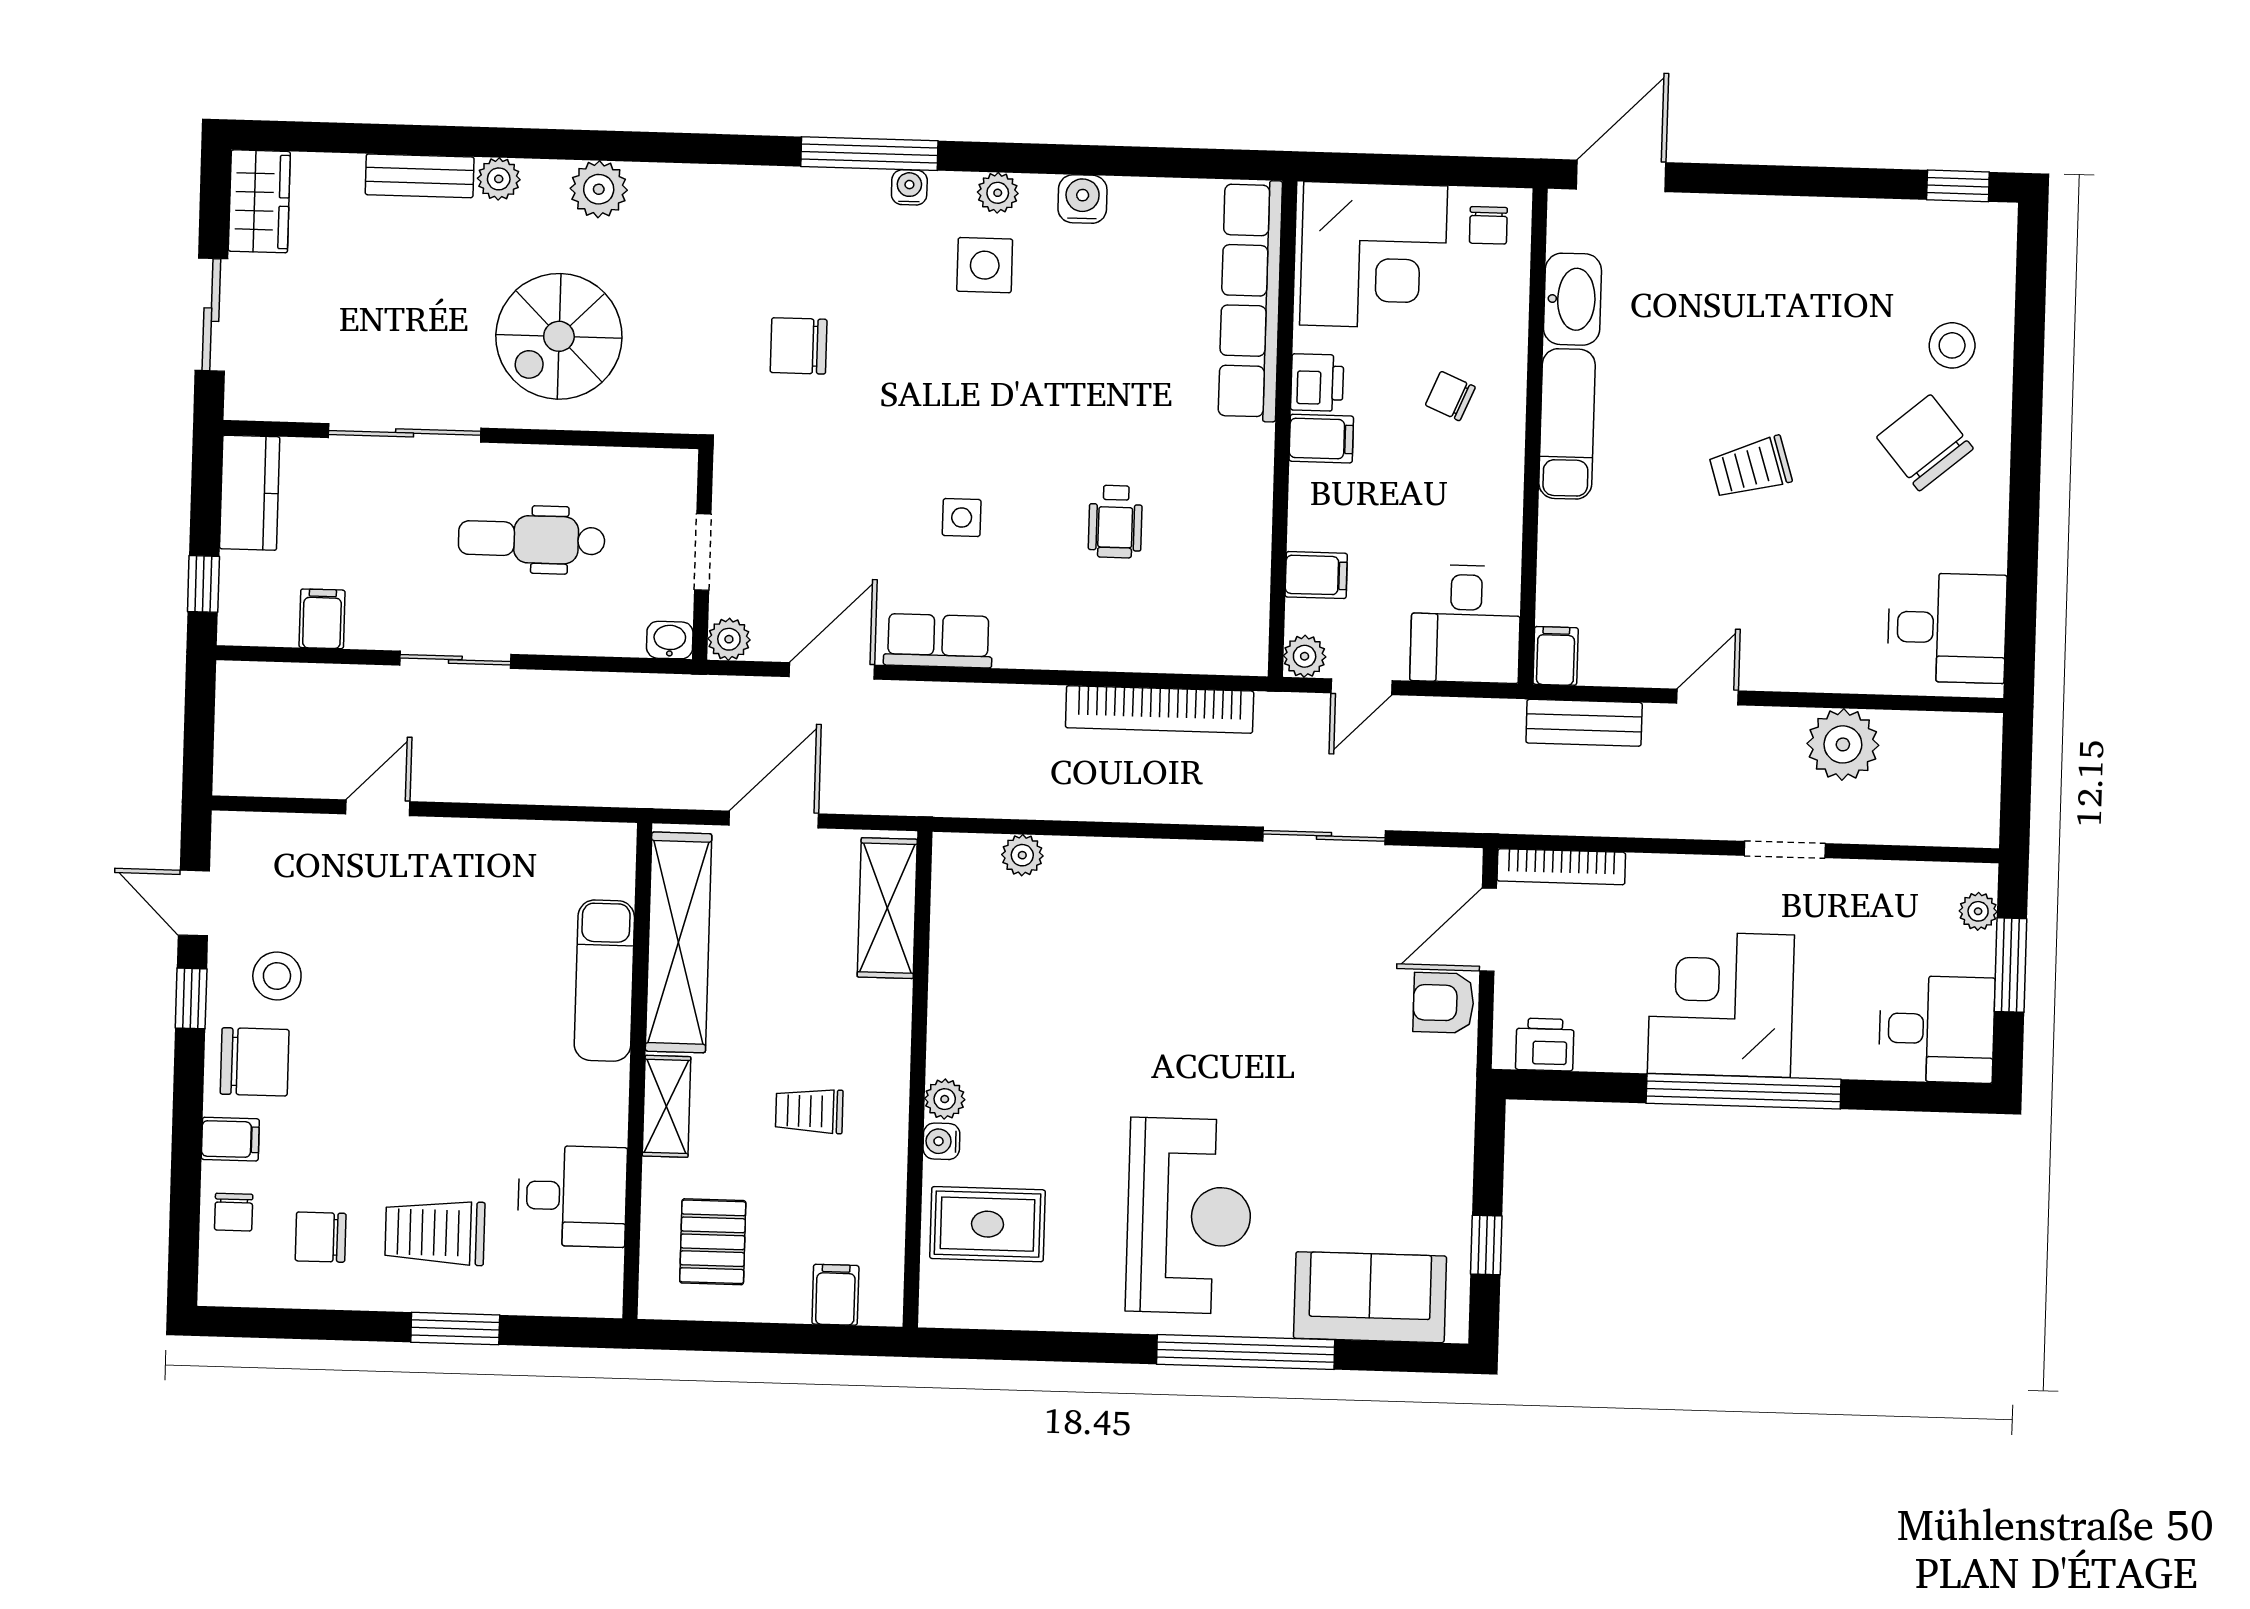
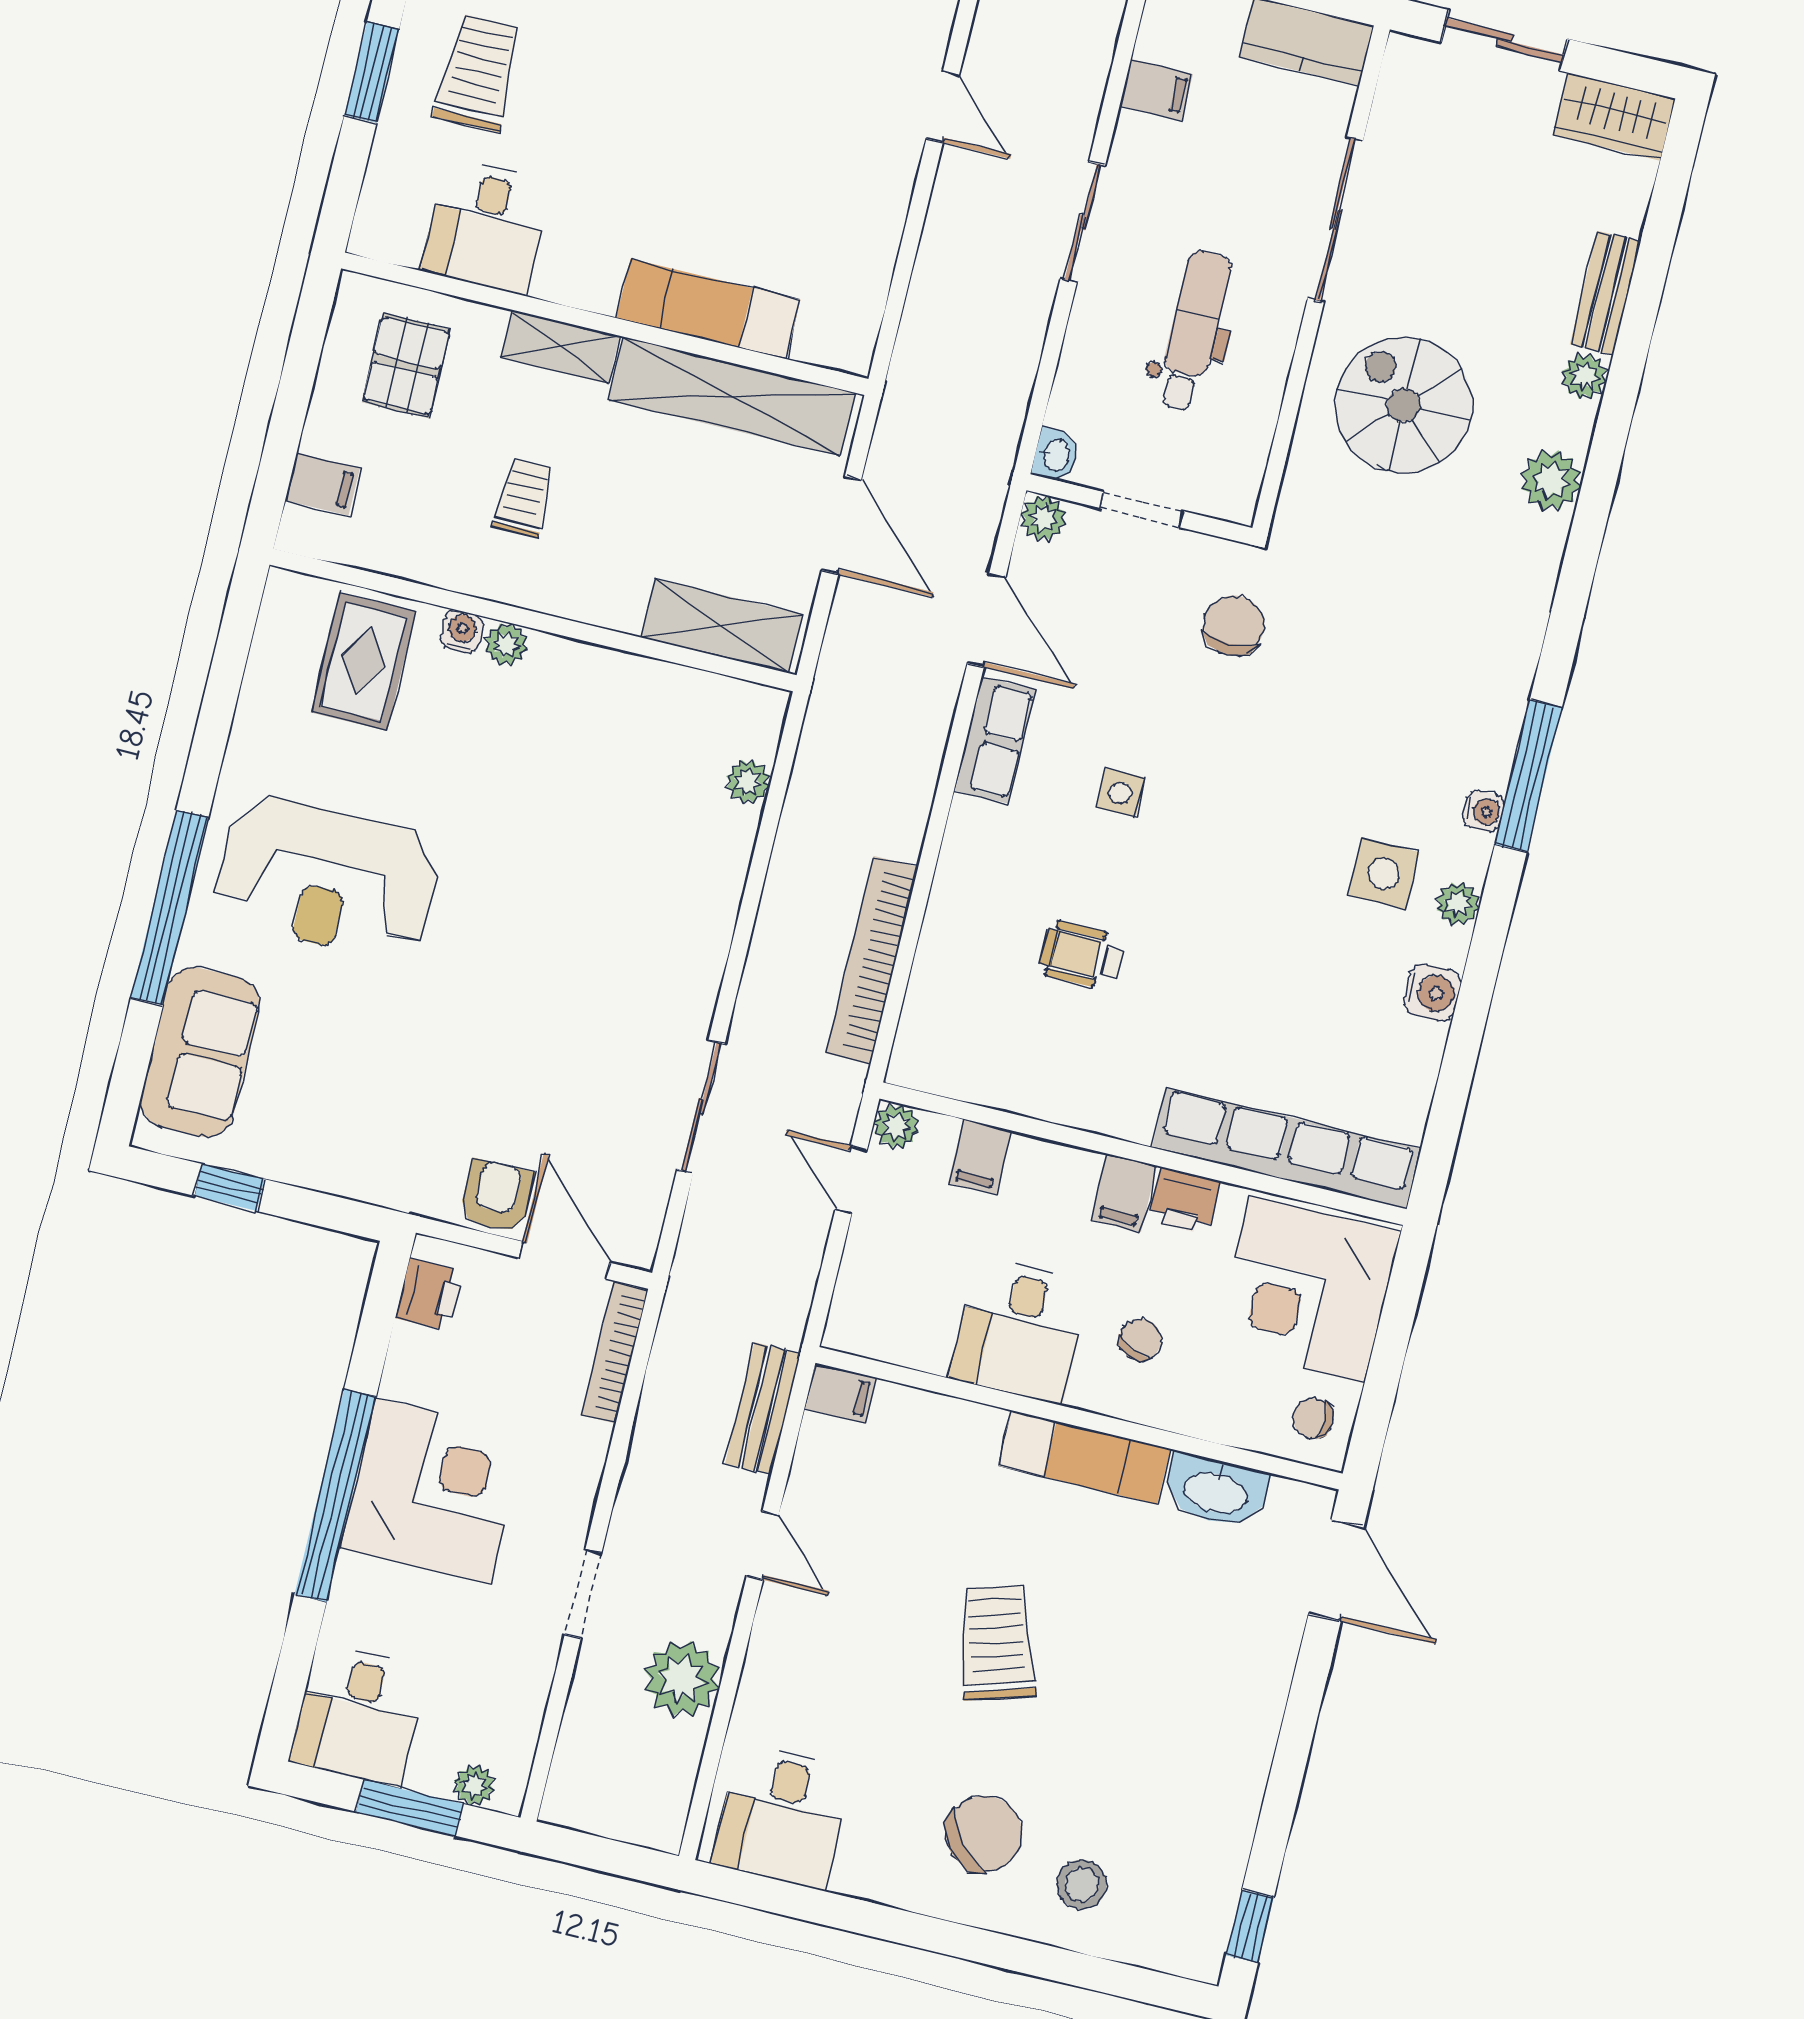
chair: (799, 346) -> (1234, 626), moved
trolley: (1750, 468) -> (997, 1643), width x1.36, depth x1.39
desk: (1466, 624) -> (1020, 1330), moved, turned -90
pallet: (713, 1242) -> (406, 366), turned 90

